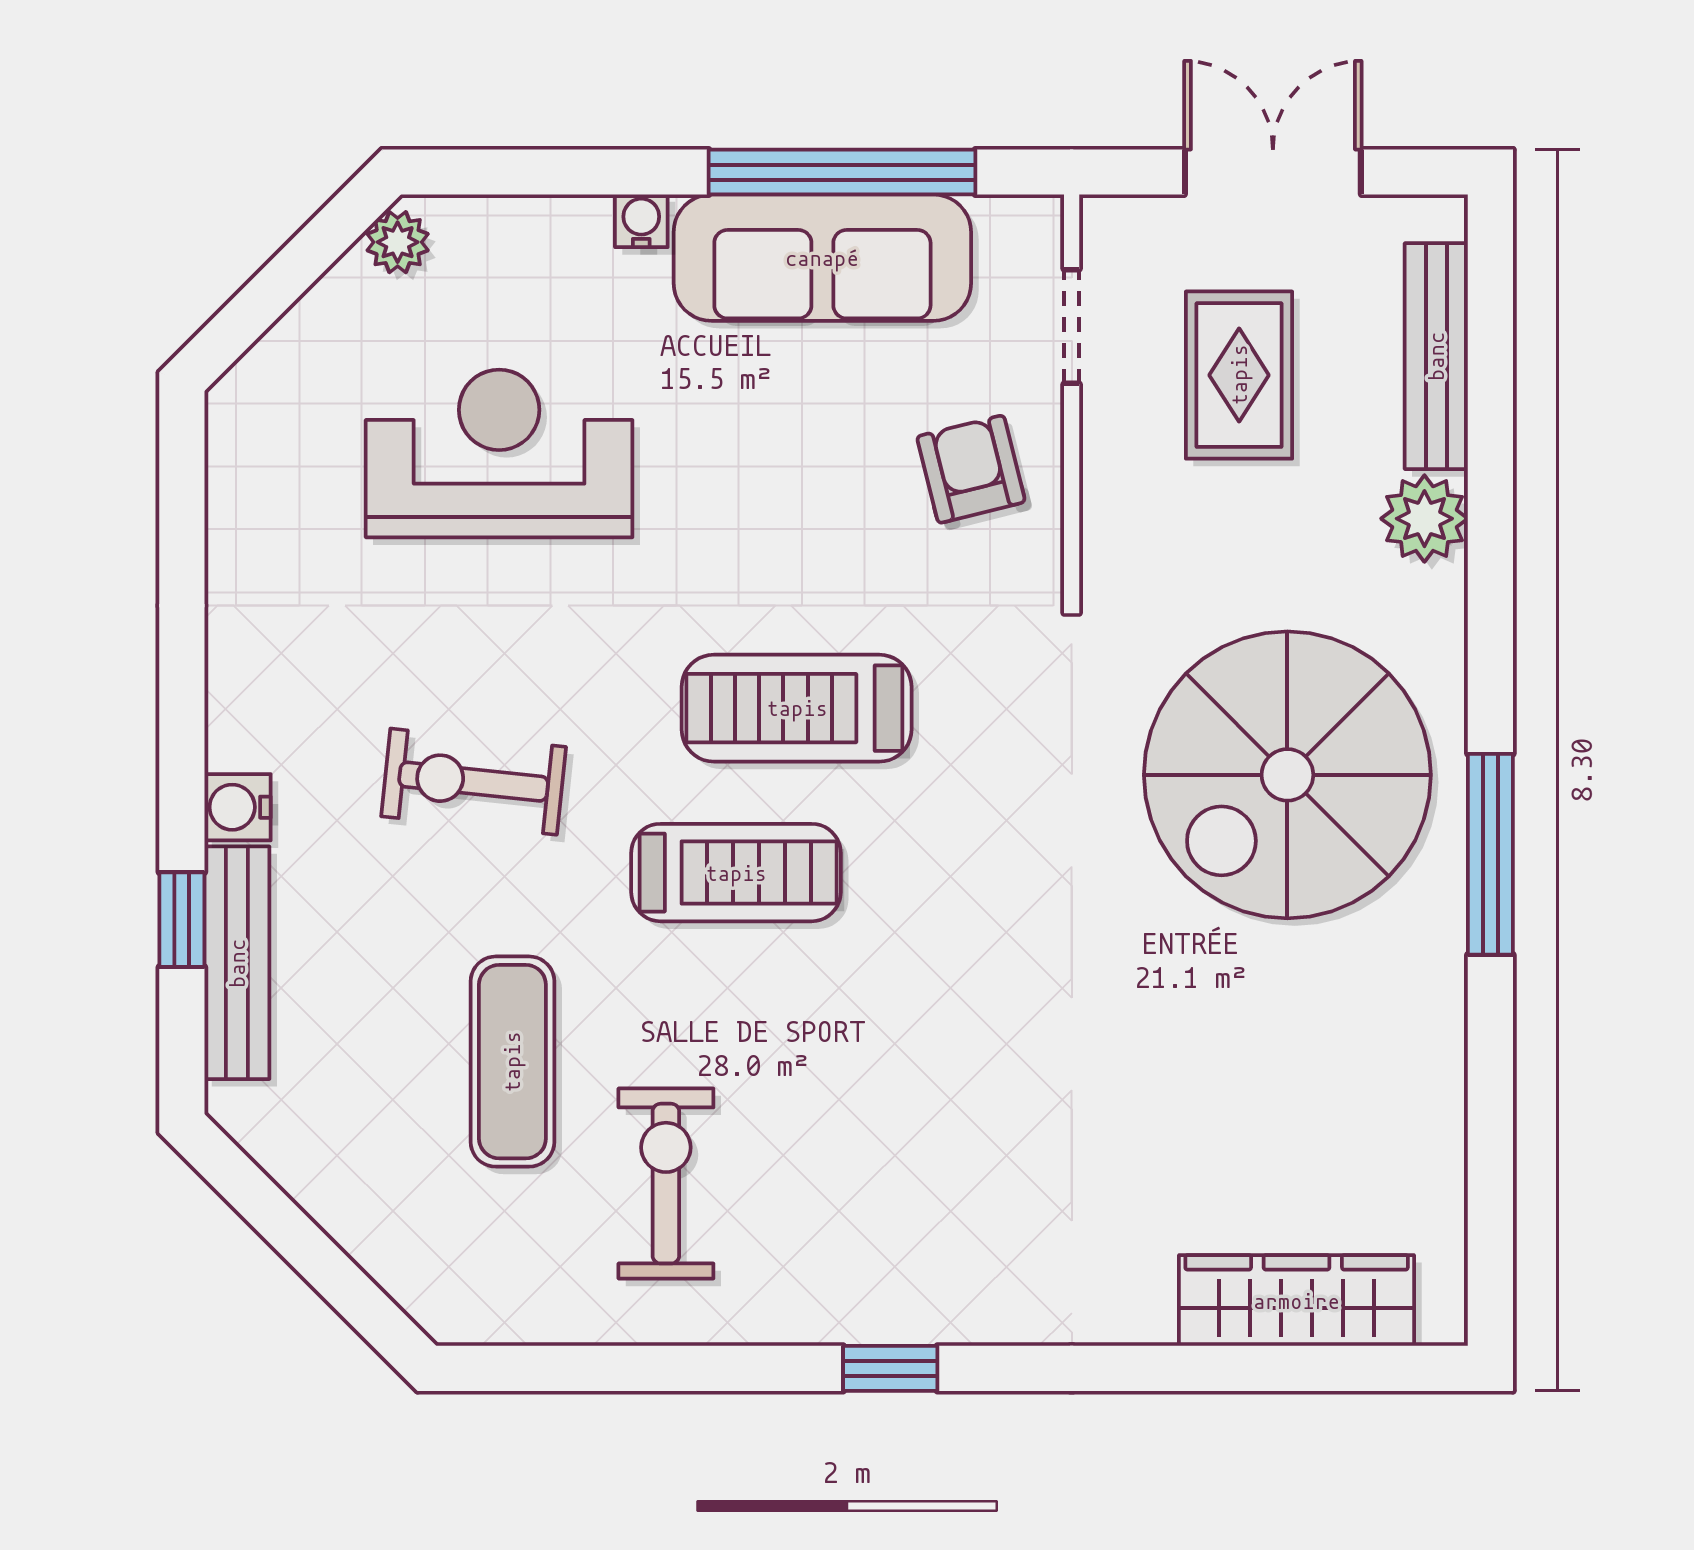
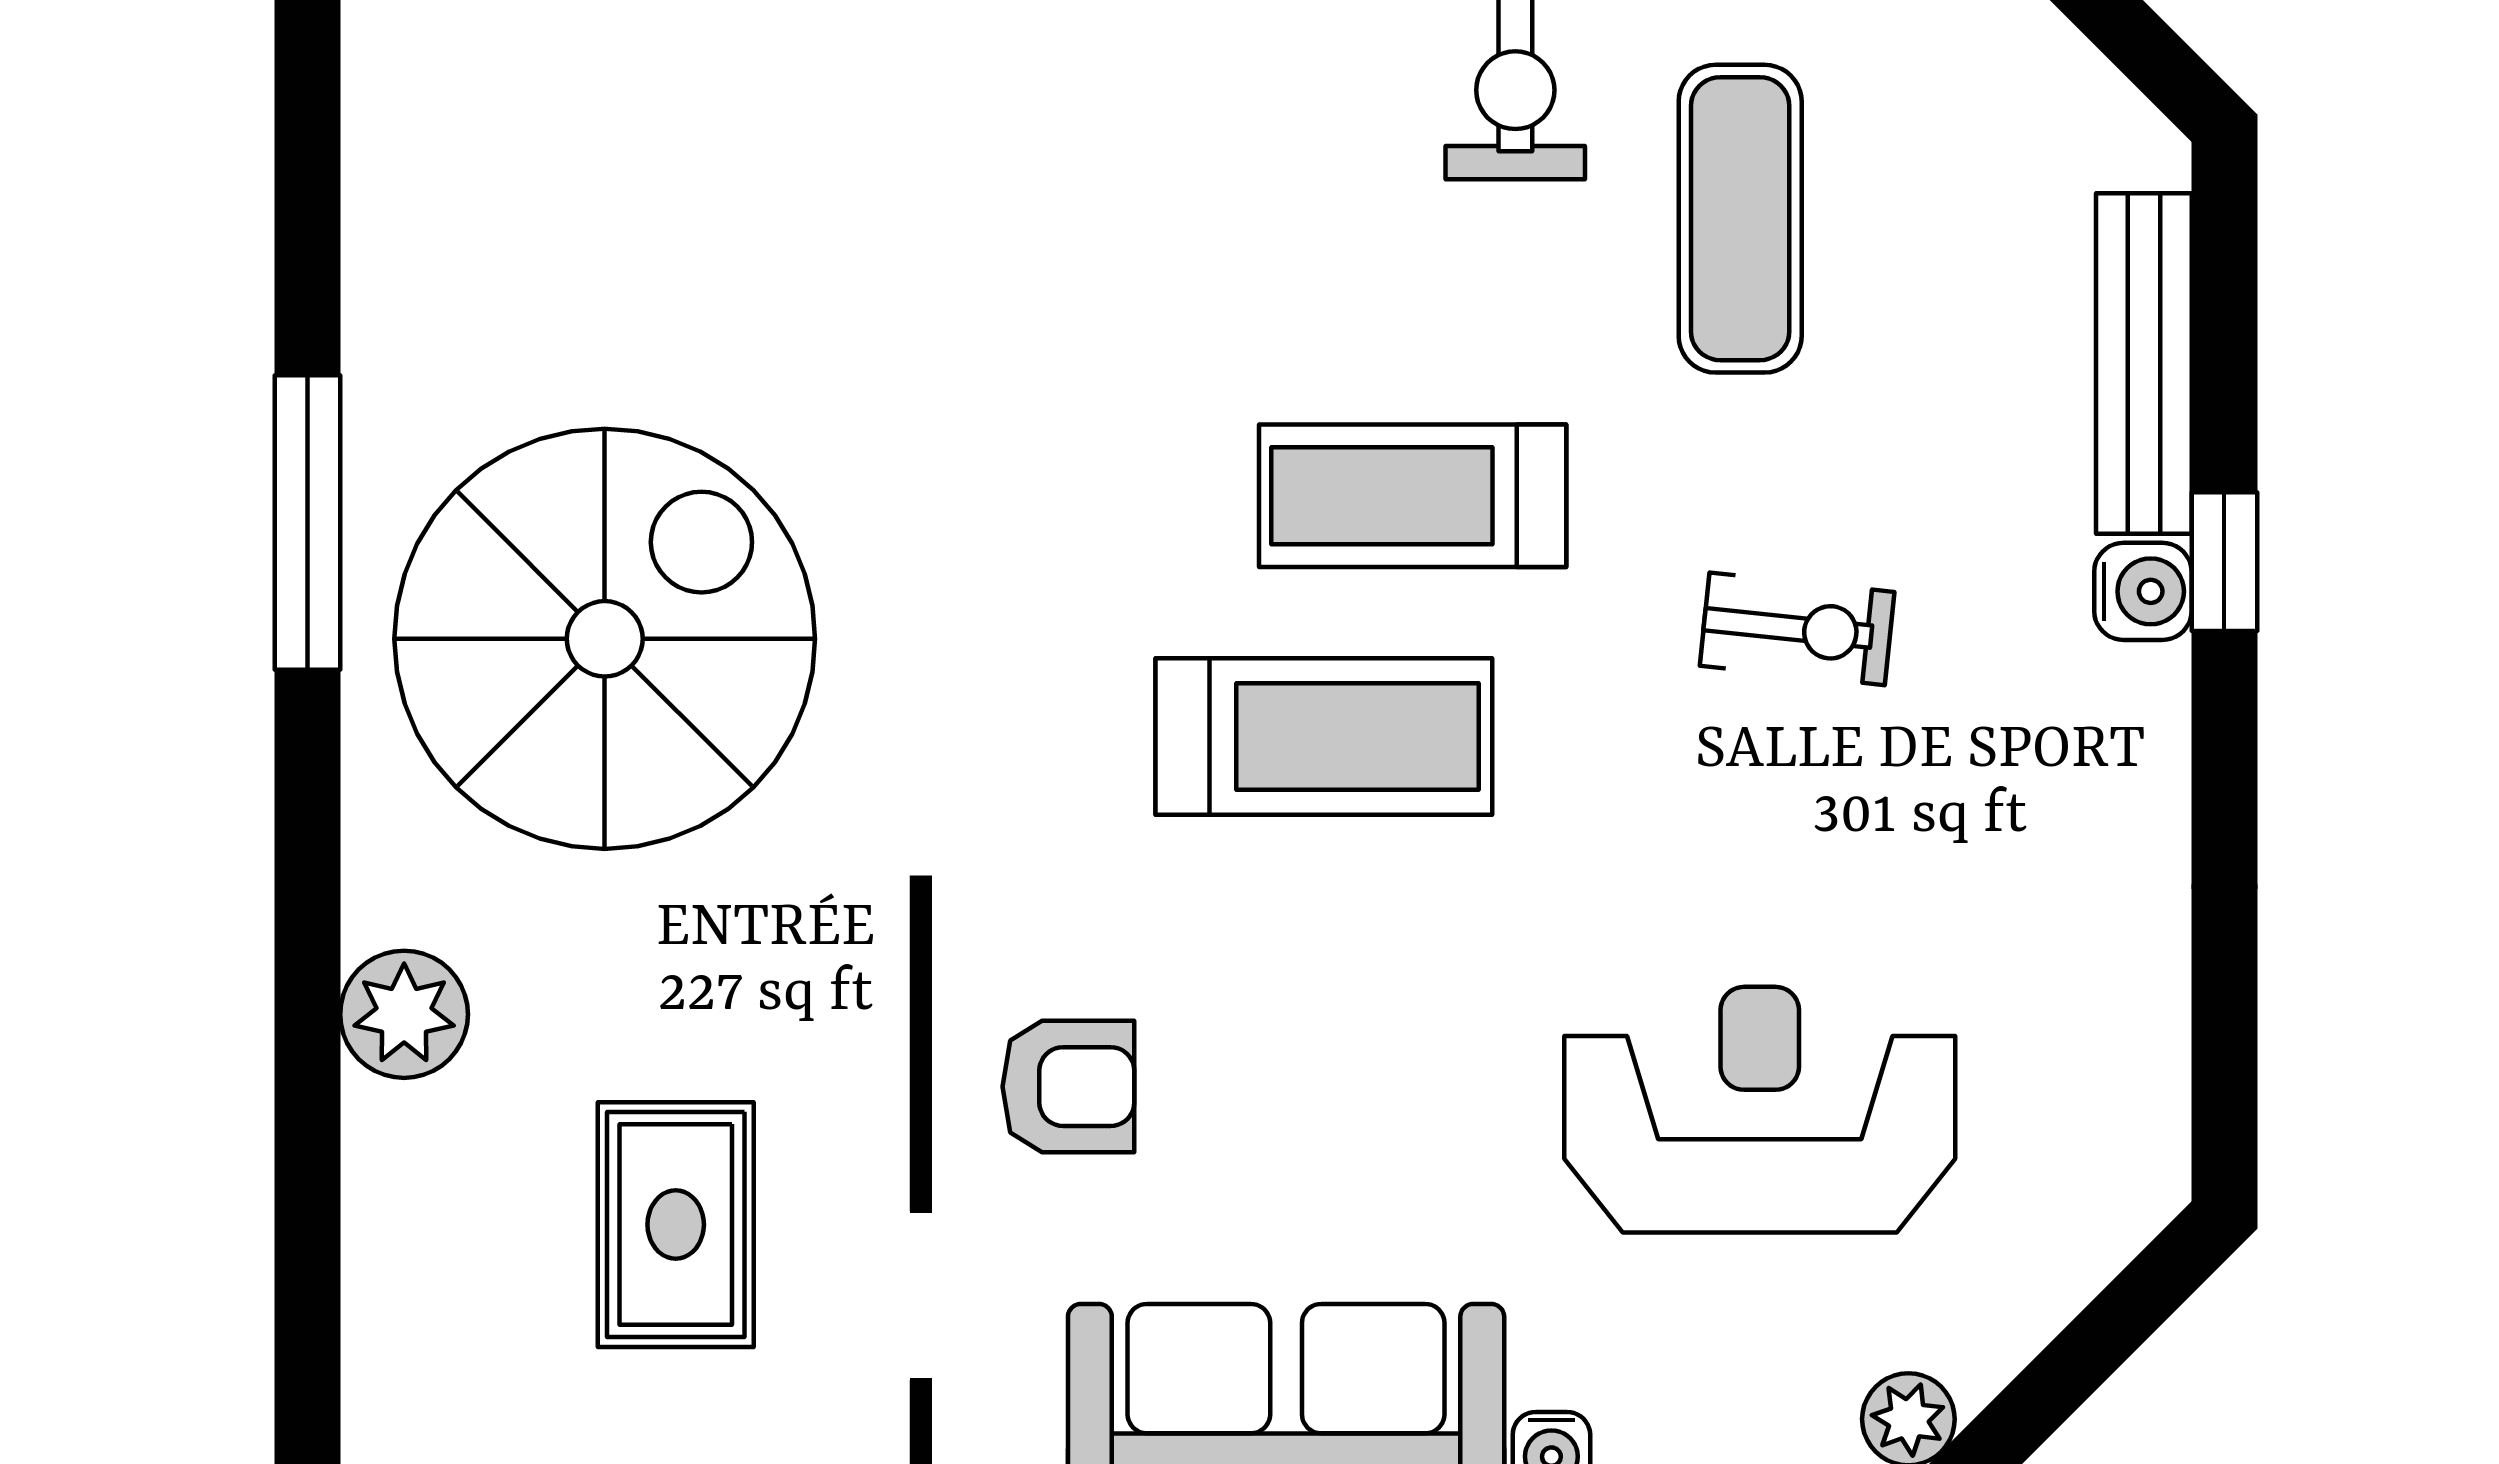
bench: (1436, 356) -> (387, 1252), removed
reception desk: (499, 453) -> (1760, 1110), turned 180
armchair: (971, 469) -> (1068, 1087), turned -76
exercise bike: (474, 782) -> (1797, 629), width x0.73, depth x0.72
window: (182, 920) -> (2224, 562), moved

